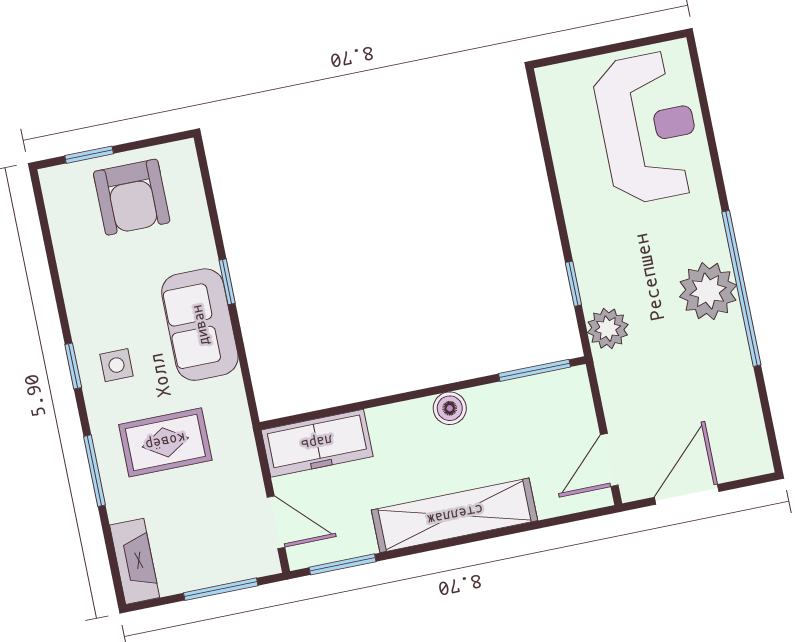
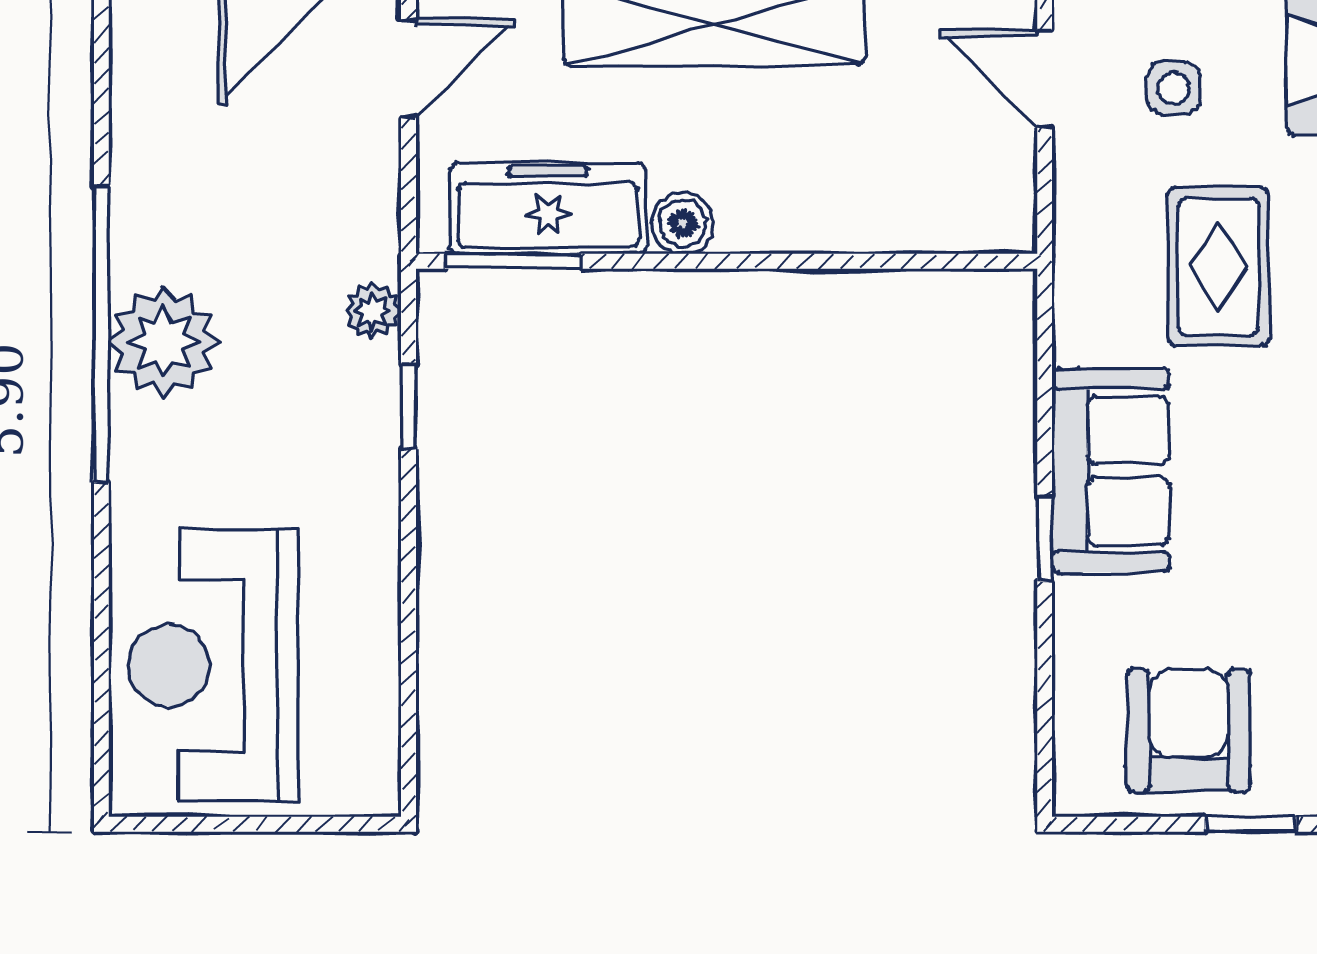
plant: (608, 329) -> (373, 311), width x0.73, depth x0.73
side table: (117, 365) -> (1174, 88), moved
rug: (165, 442) -> (1218, 267), turned 90
freezer: (317, 443) -> (548, 209), moved

